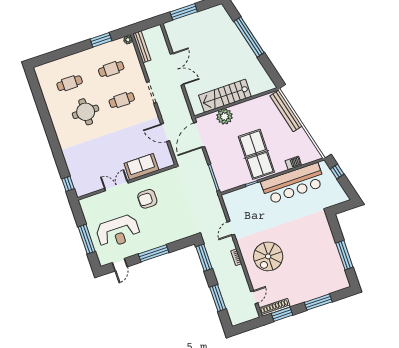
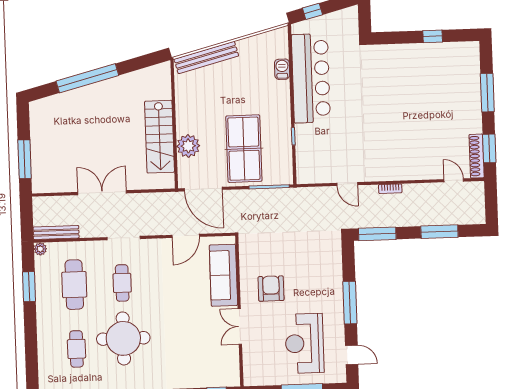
cafe table: (111, 69) -> (74, 285), width x1.37, depth x1.35
round table: (86, 112) -> (123, 338), width x1.36, depth x1.36
table tennis table: (256, 154) -> (244, 149), moved, turned 90
sofa: (141, 167) -> (223, 275), width x1.36
armchair: (147, 199) -> (271, 289), turned 180
reception desk: (118, 231) -> (304, 343), turned 180
window: (344, 255) -> (433, 36), width x0.46
spiral stairs: (268, 256) -> (402, 144), removed

